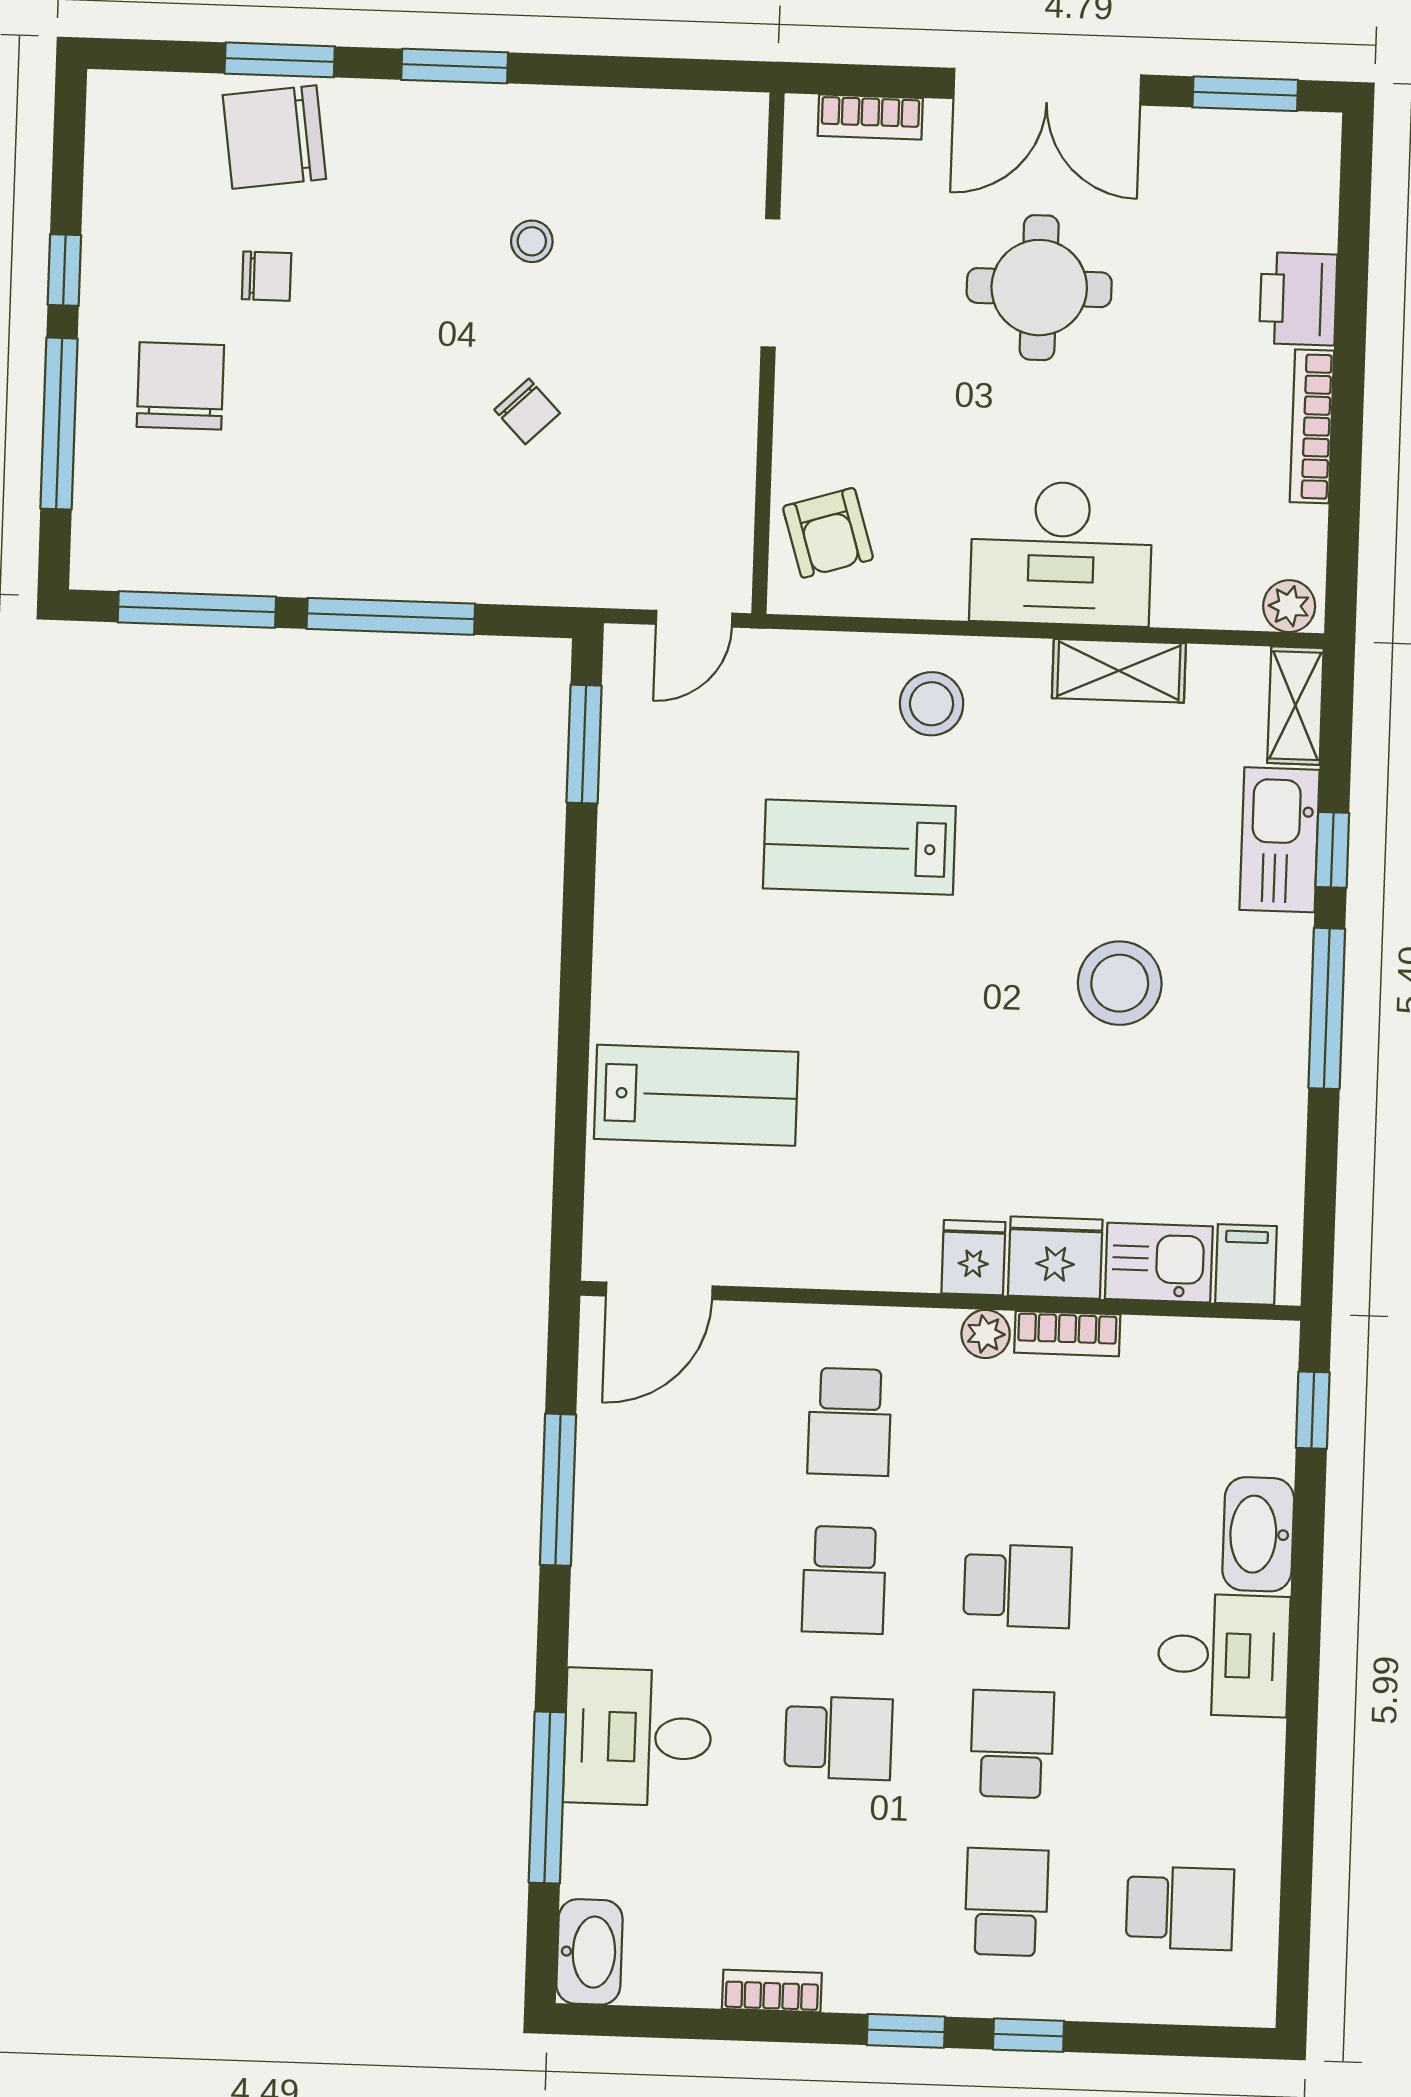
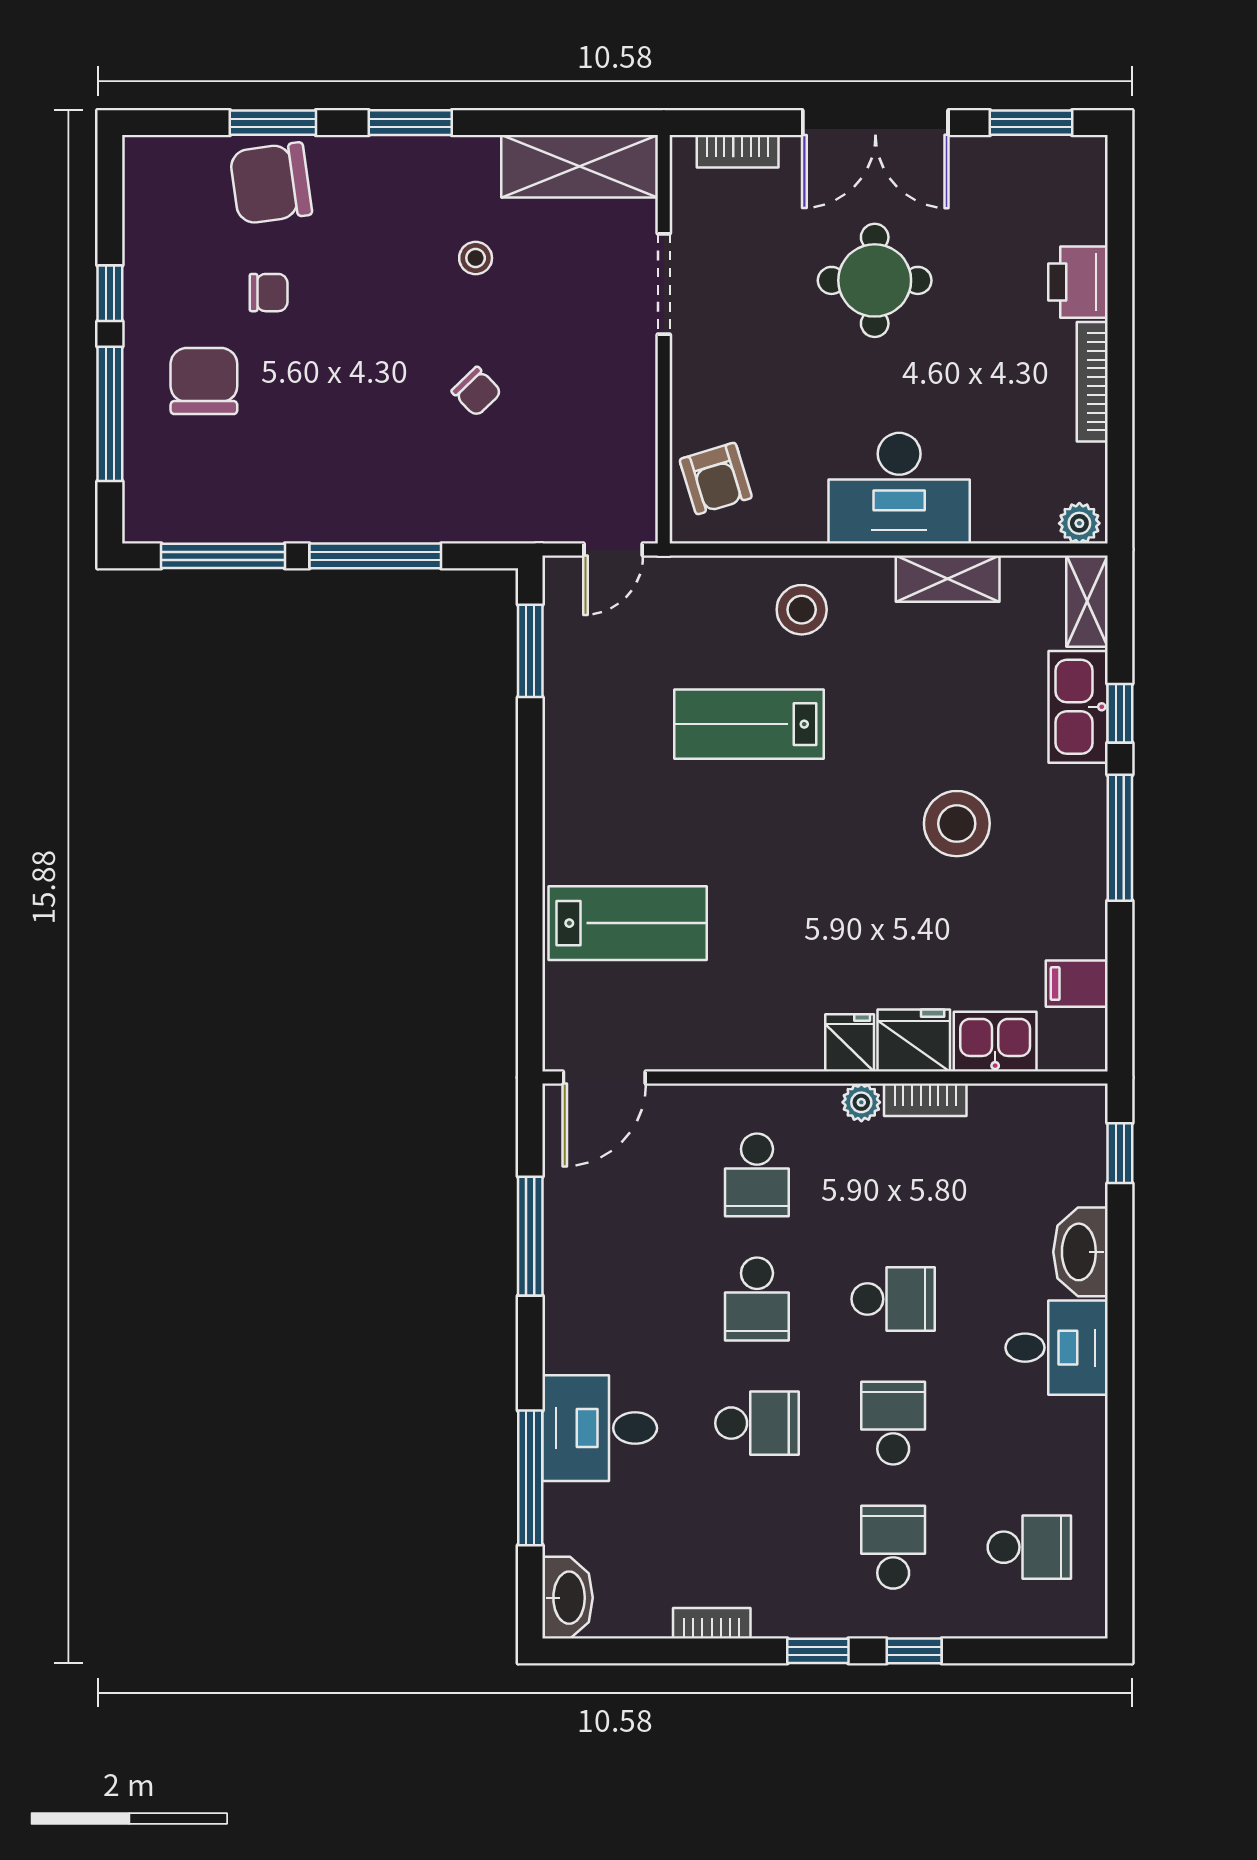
shelving: (668, 129) -> (580, 166), added
filing cabinet: (1246, 1264) -> (1077, 984), moved, turned -90

